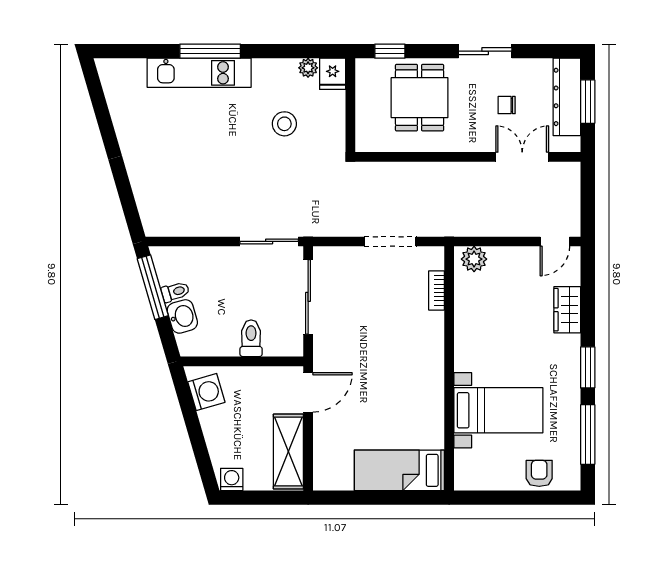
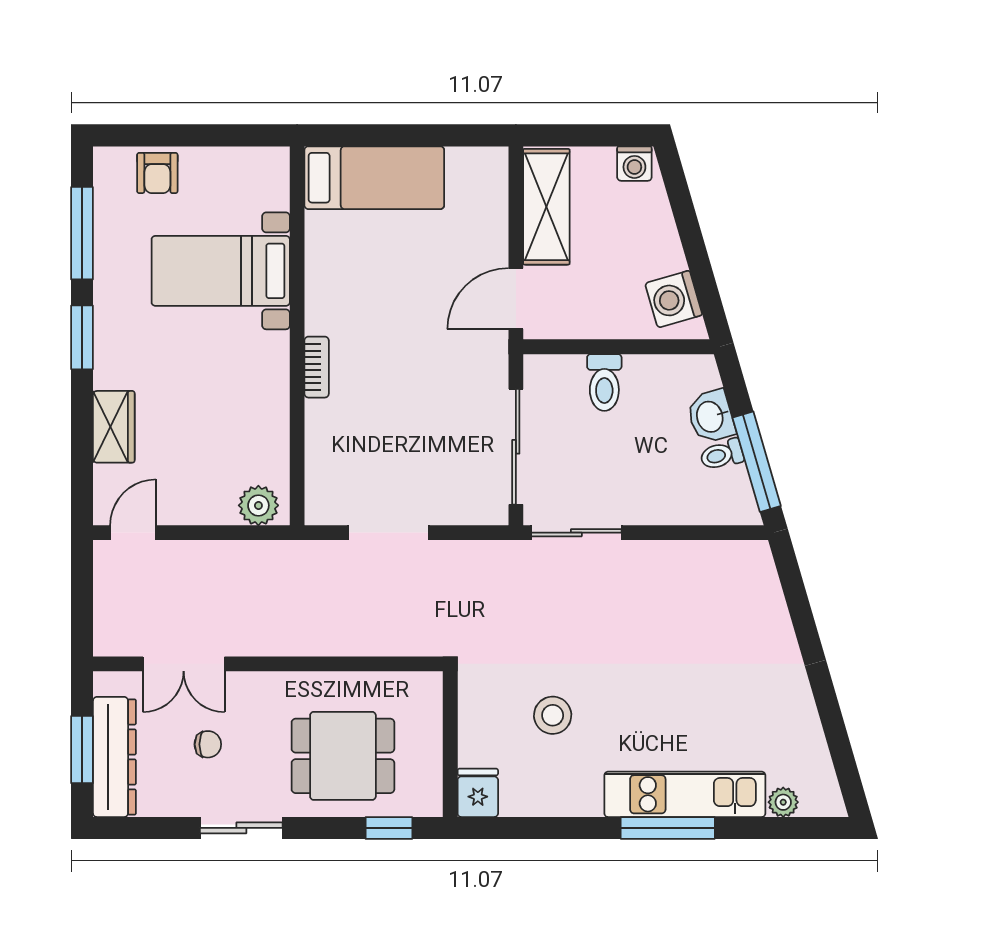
plant: (308, 68) -> (783, 802), moved
dining table: (420, 98) -> (343, 756), turned 90
bookcase: (437, 290) -> (317, 367), moved

